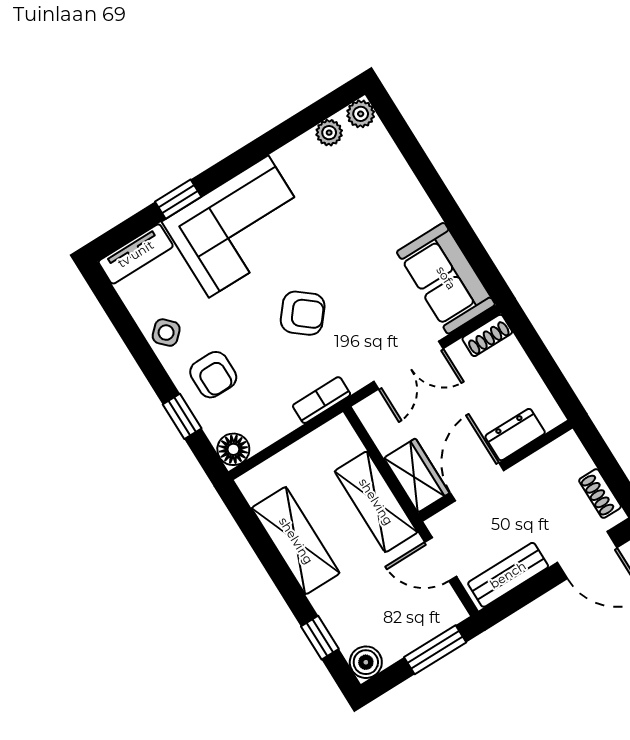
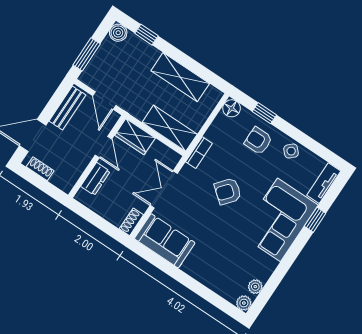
door: (477, 482) -> (103, 147), width x0.73
shelving: (376, 502) -> (170, 128), moved
door: (441, 559) -> (104, 100), swing flipped

